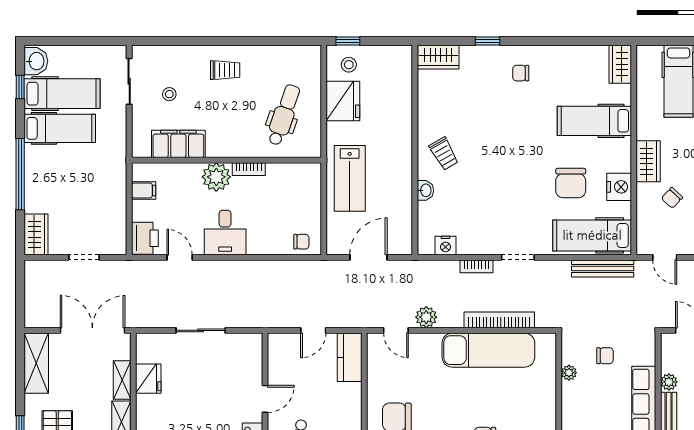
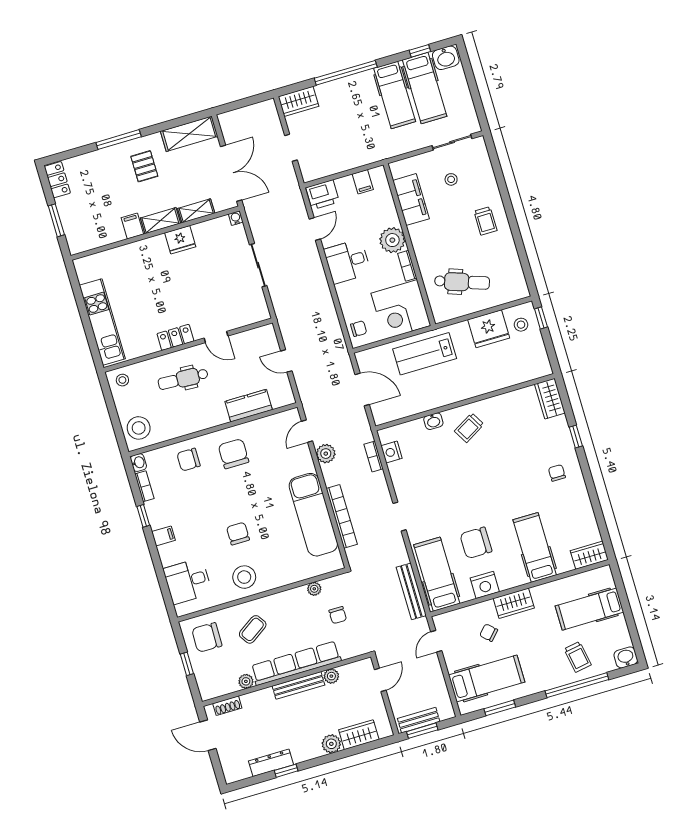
corner desk: (294, 190) -> (401, 309), added
chair: (301, 242) -> (359, 329), turned -90
bookcase: (477, 266) -> (374, 457), moved
water cooler: (142, 340) -> (236, 218), added
kitchen counter: (350, 357) -> (249, 406), moved
fridge: (148, 379) -> (180, 240), moved

